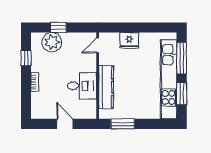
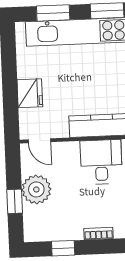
plant: (52, 42) -> (36, 189), moved
window: (182, 58) -> (53, 13), width x0.69

